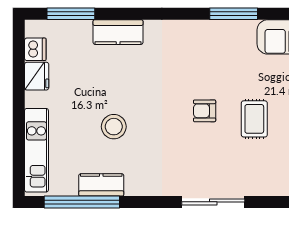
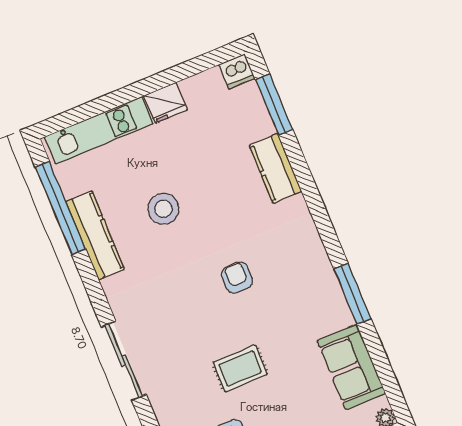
dishwasher: (35, 49) -> (237, 71), moved
fridge: (37, 76) -> (166, 103), moved
armchair: (205, 111) -> (237, 278), moved
kitchen counter: (101, 185) -> (95, 235), width x1.50

